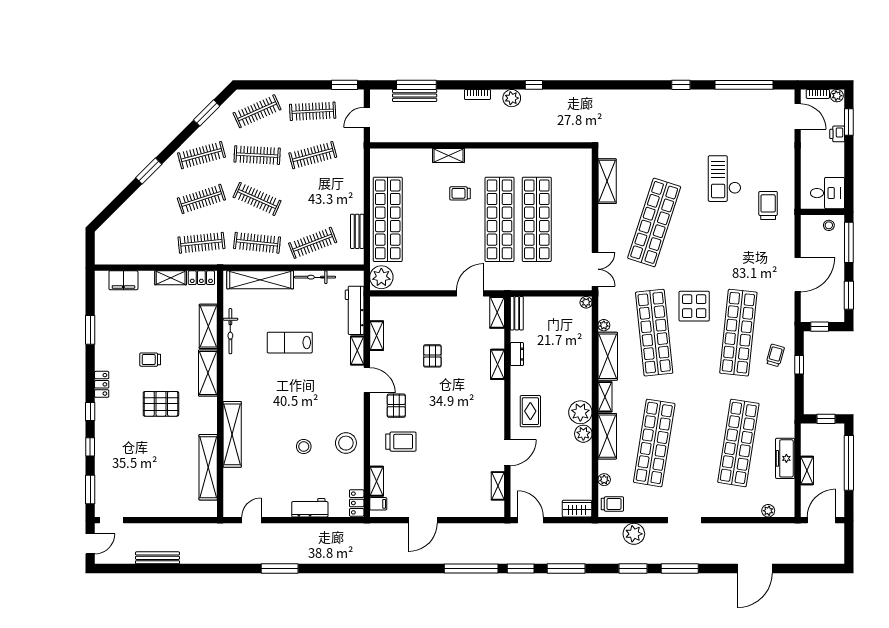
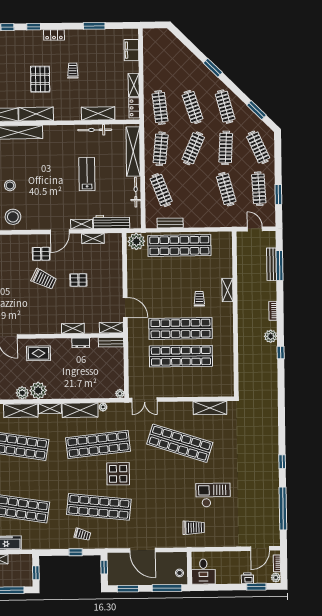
window: (344, 85) -> (278, 194), moved
shelving: (208, 373) -> (36, 114), moved
trolley: (401, 442) -> (44, 279), moved, turned -64

